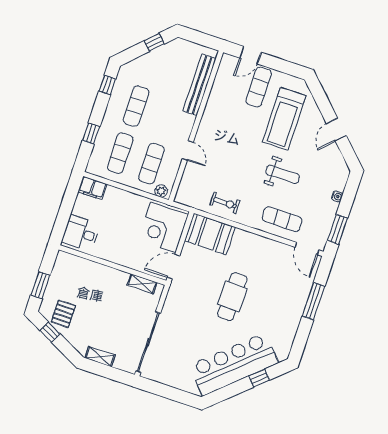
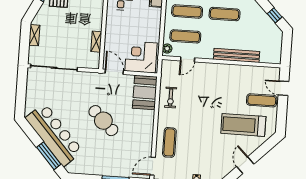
bench: (199, 85) -> (237, 55), moved
door: (336, 130) -> (245, 165), hinge flipped
door: (188, 150) -> (188, 59), moved
weight bench: (283, 174) -> (202, 134), removed
shelving: (142, 284) -> (96, 42), moved
cafe table: (232, 297) -> (103, 121), turned 43
window: (259, 378) -> (49, 156), width x2.17

